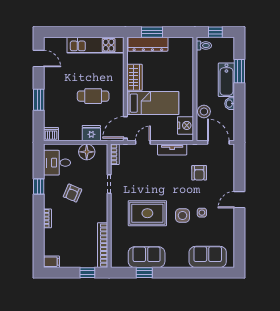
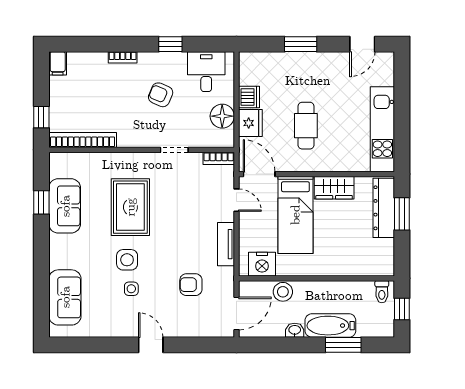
dishwasher: (51, 134) -> (249, 97), moved

